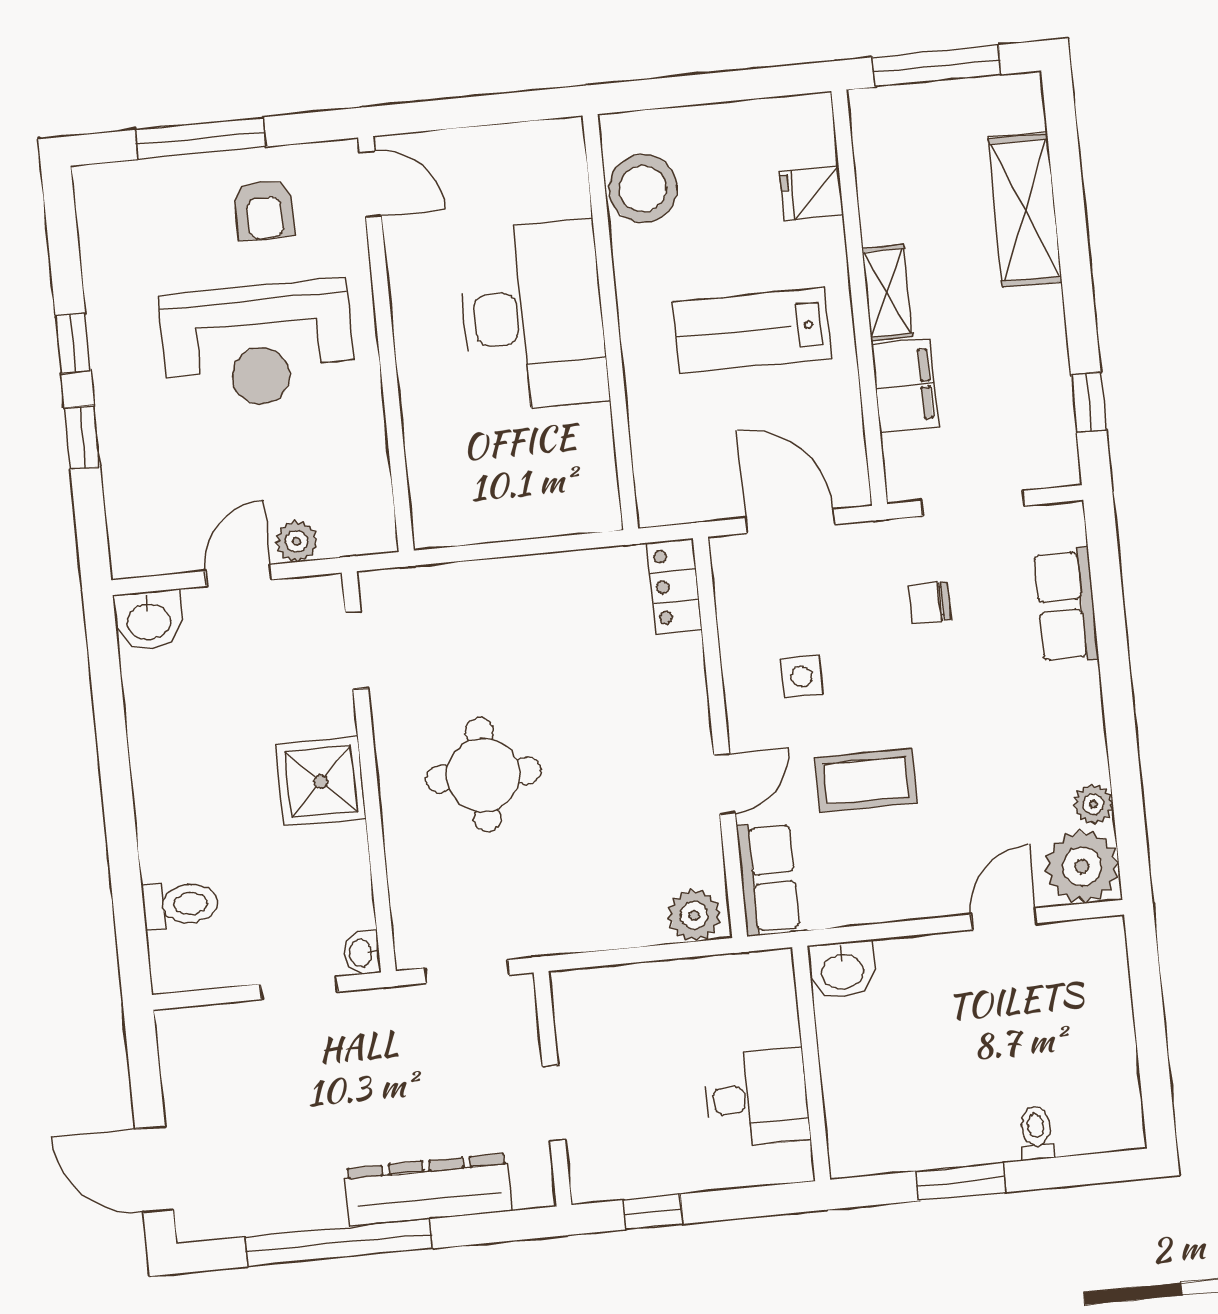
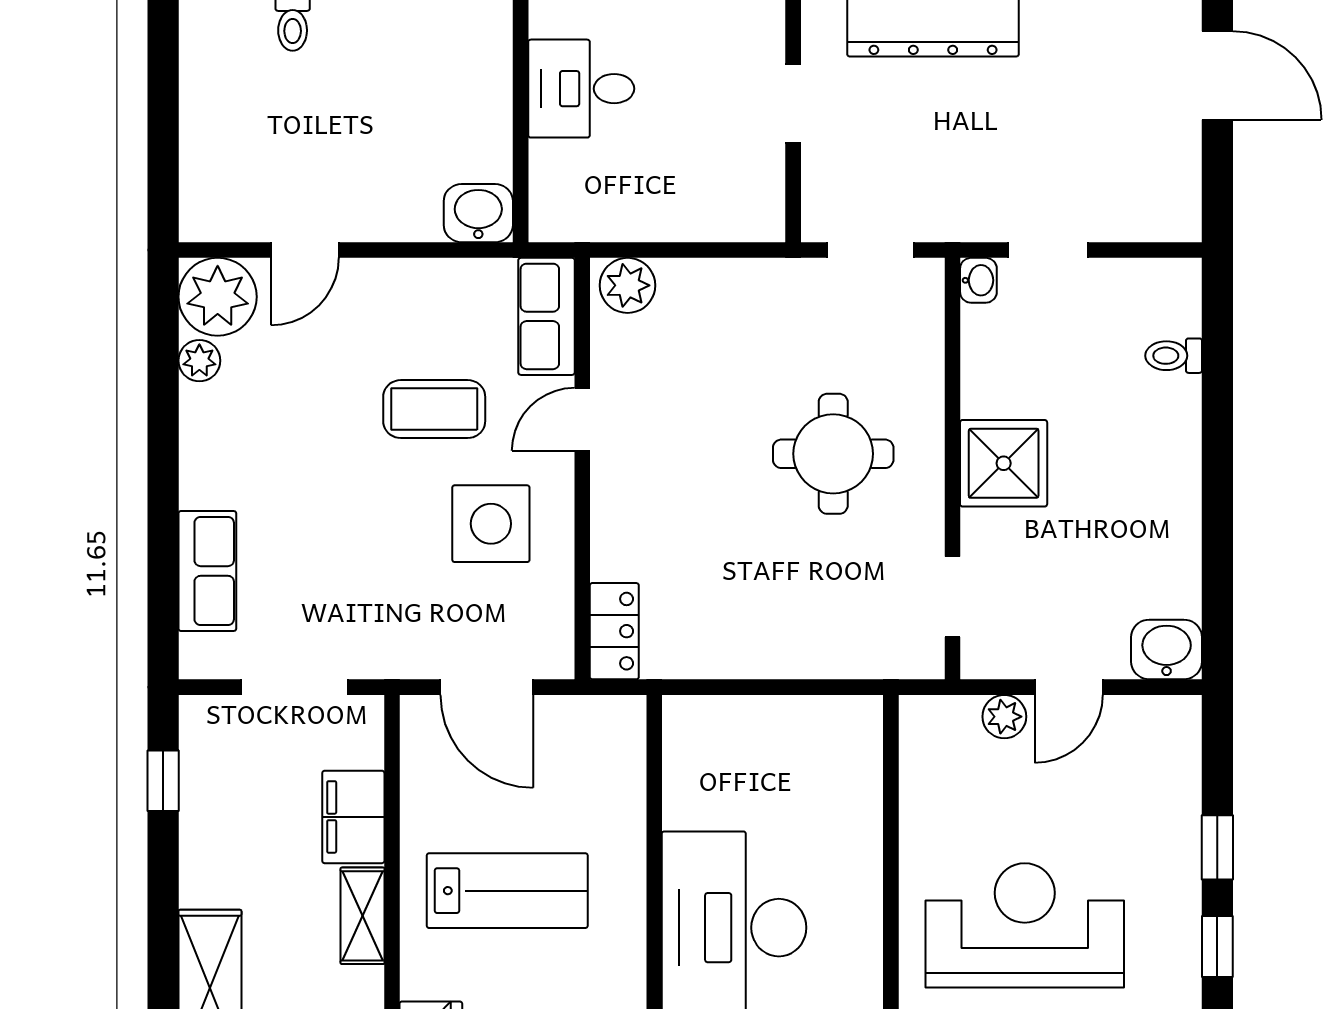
chair: (930, 602) -> (349, 588), removed
side table: (802, 677) -> (491, 524), width x1.87, depth x1.87
toilet: (180, 905) -> (1174, 356), width x0.73, depth x0.72

